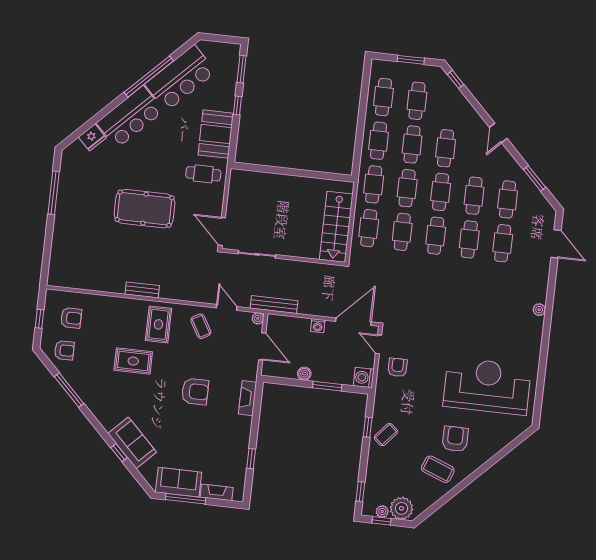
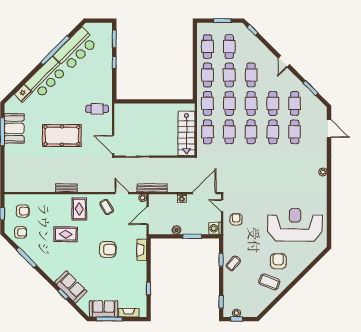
booth: (216, 134) -> (14, 128), moved
door: (262, 346) -> (148, 216), swing flipped
plant: (401, 508) -> (249, 310), removed

